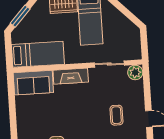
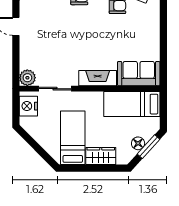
floor lamp: (30, 19) -> (138, 143), added
nightstand: (133, 47) -> (28, 106), added
coffee table: (116, 115) -> (51, 33), removed

